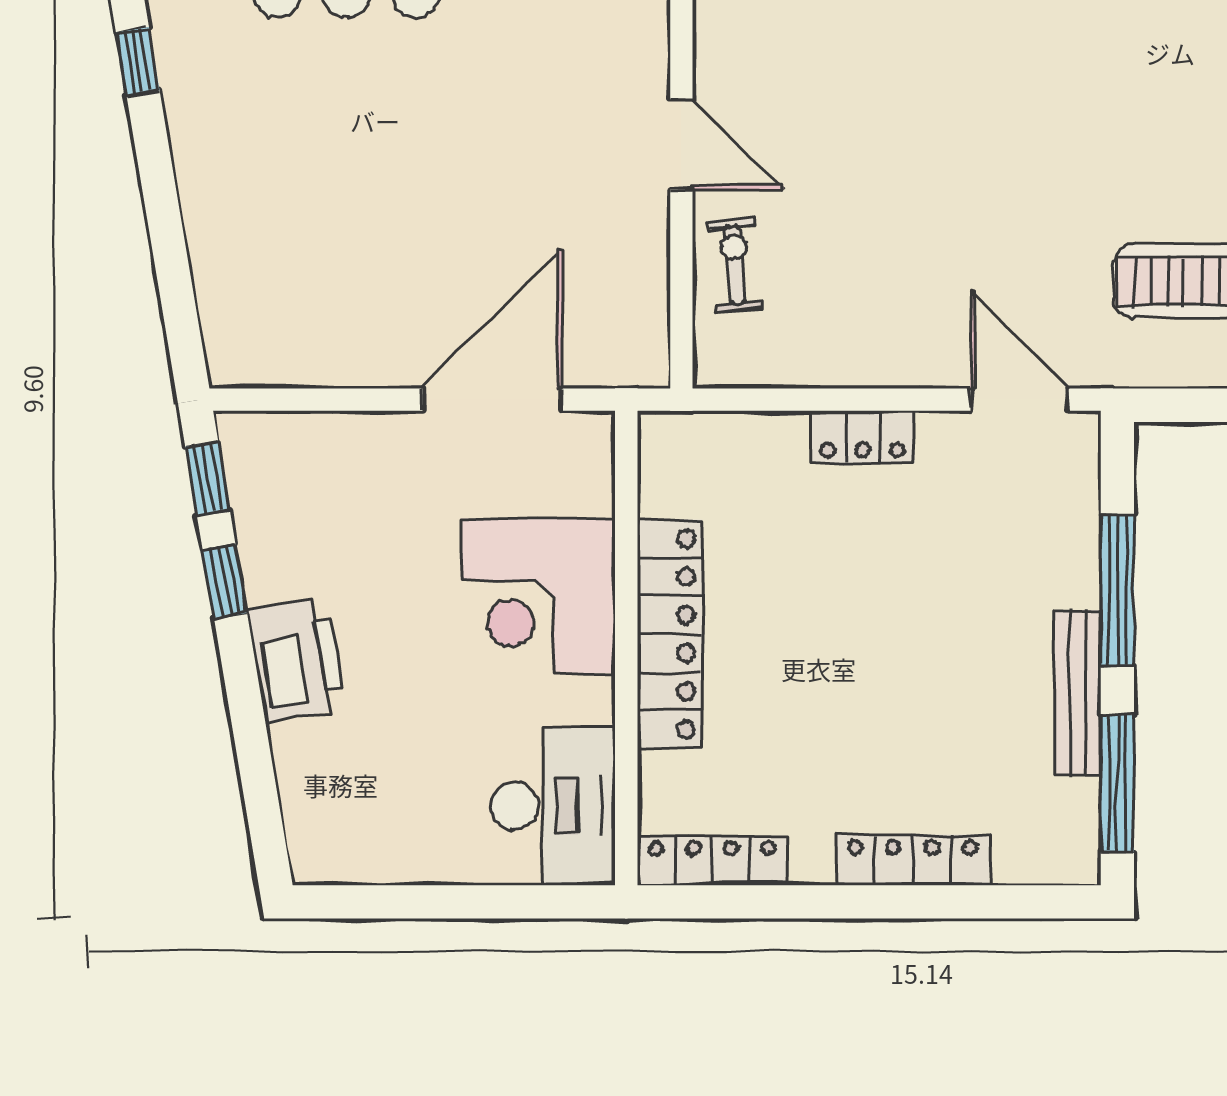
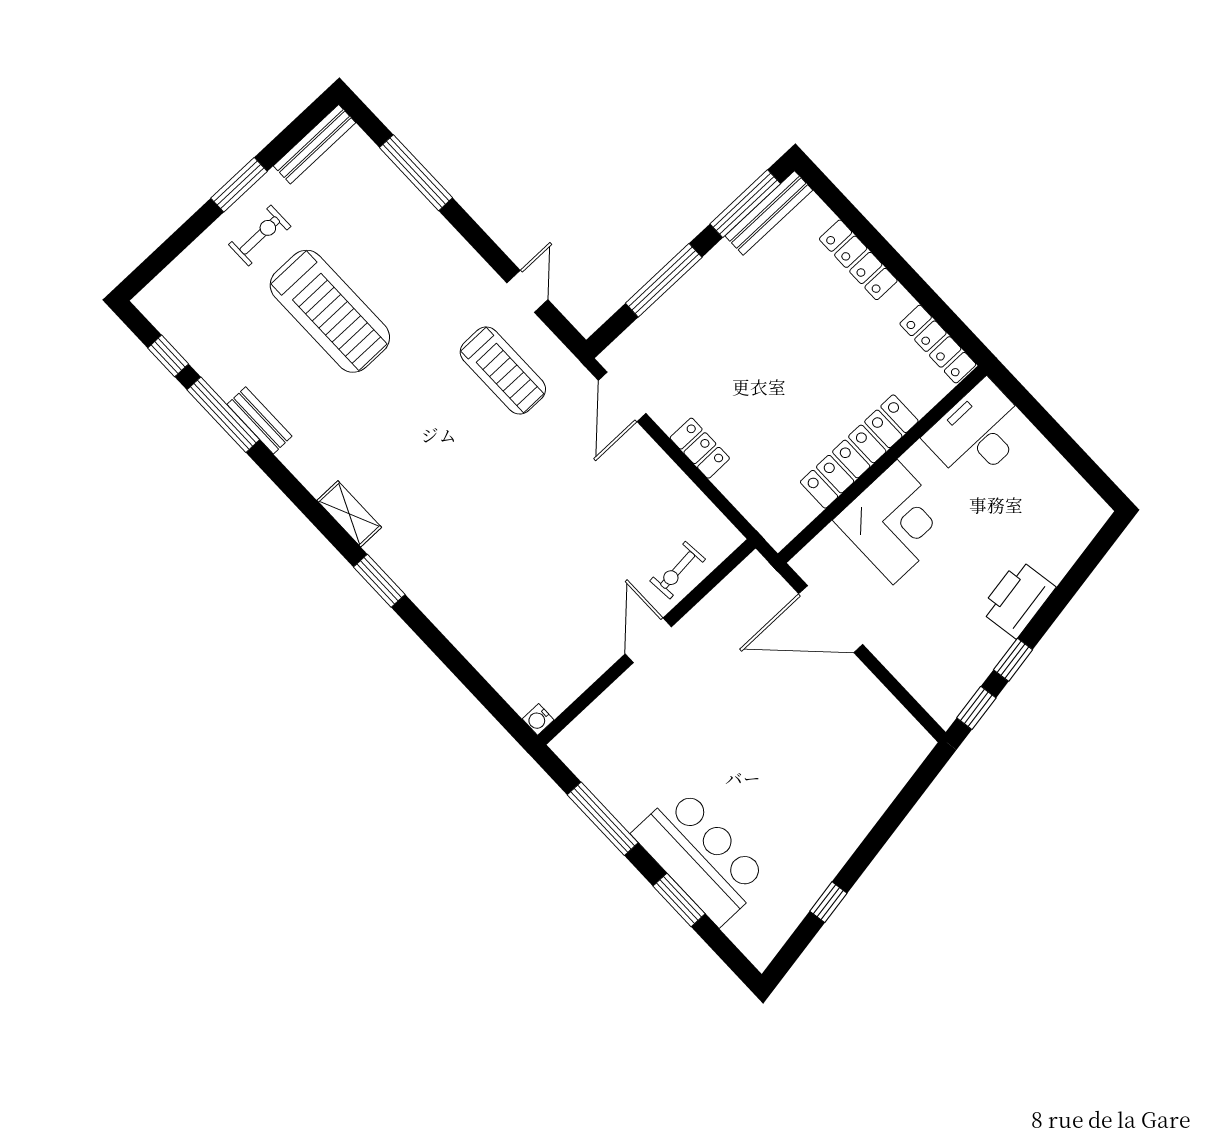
bench: (1078, 693) -> (769, 213), moved

